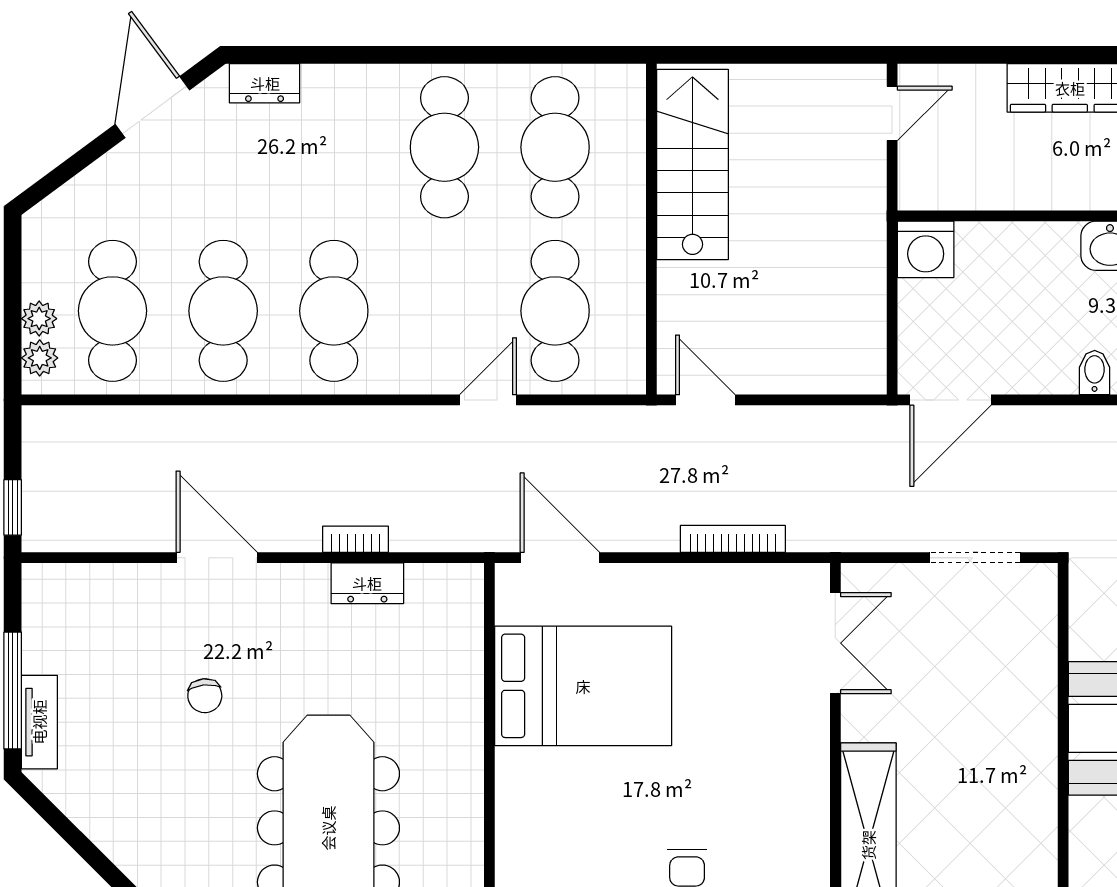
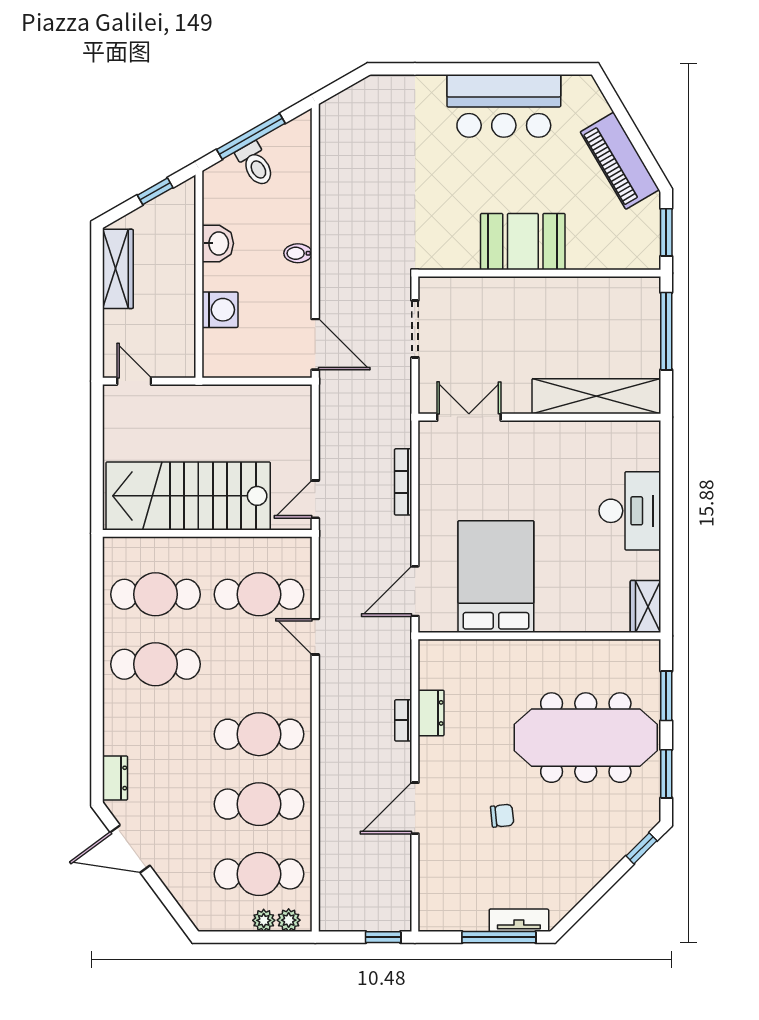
stairs: (692, 164) -> (188, 496), width x1.36, depth x1.51
washing machine: (926, 249) -> (220, 310), moved

